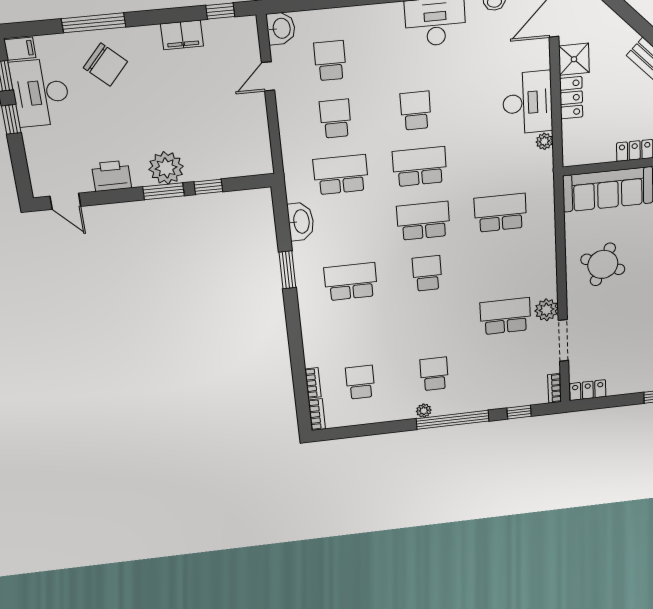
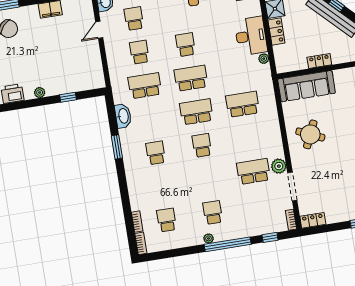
plant: (166, 168) -> (40, 92), width x0.53, depth x0.53
window: (163, 191) -> (42, 101), removed
school desk: (351, 282) -> (156, 153), width x0.54

